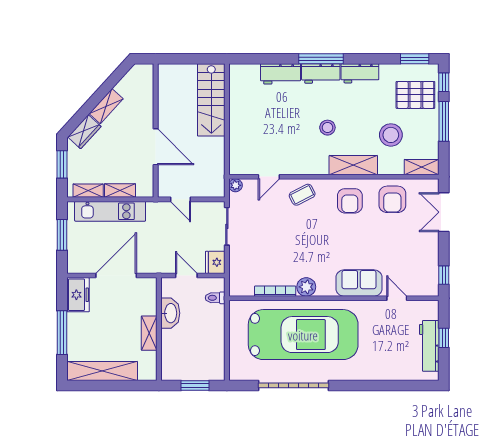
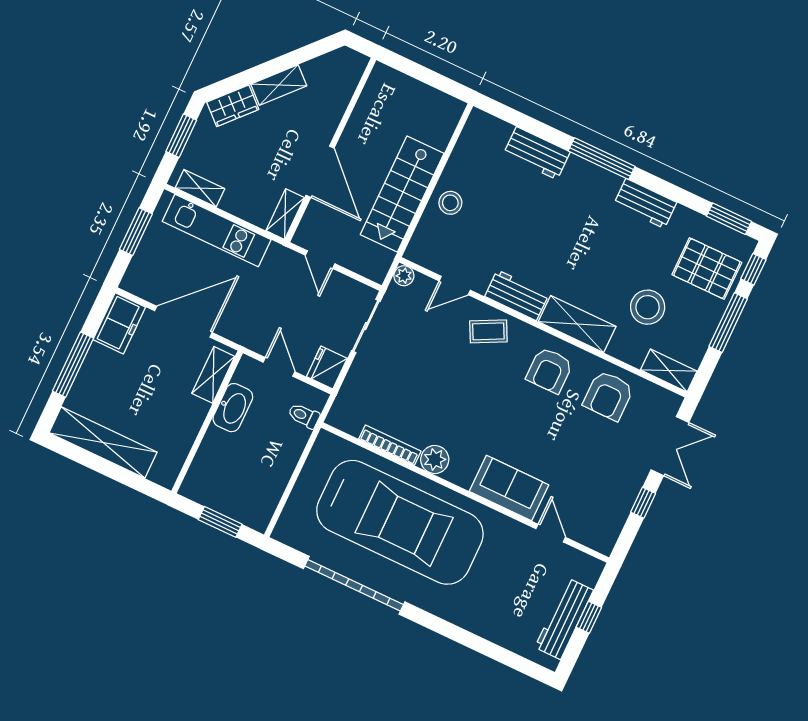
workbench: (321, 73) -> (517, 295), moved, turned 180
stairs: (211, 100) -> (402, 194), moved
stool: (327, 128) -> (450, 203), moved
shelving: (120, 190) -> (285, 214), moved, turned 90
double door: (444, 212) -> (670, 446), swing flipped
window: (444, 275) -> (643, 503), moved
shelving: (149, 333) -> (213, 375), moved

